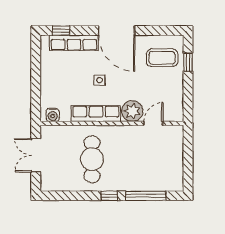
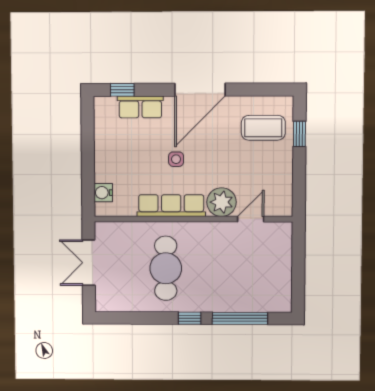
door: (117, 31) -> (200, 90), hinge flipped
row of seats: (74, 43) -> (140, 107), width x0.68
water cooler: (53, 115) -> (103, 193), moved, turned 90

